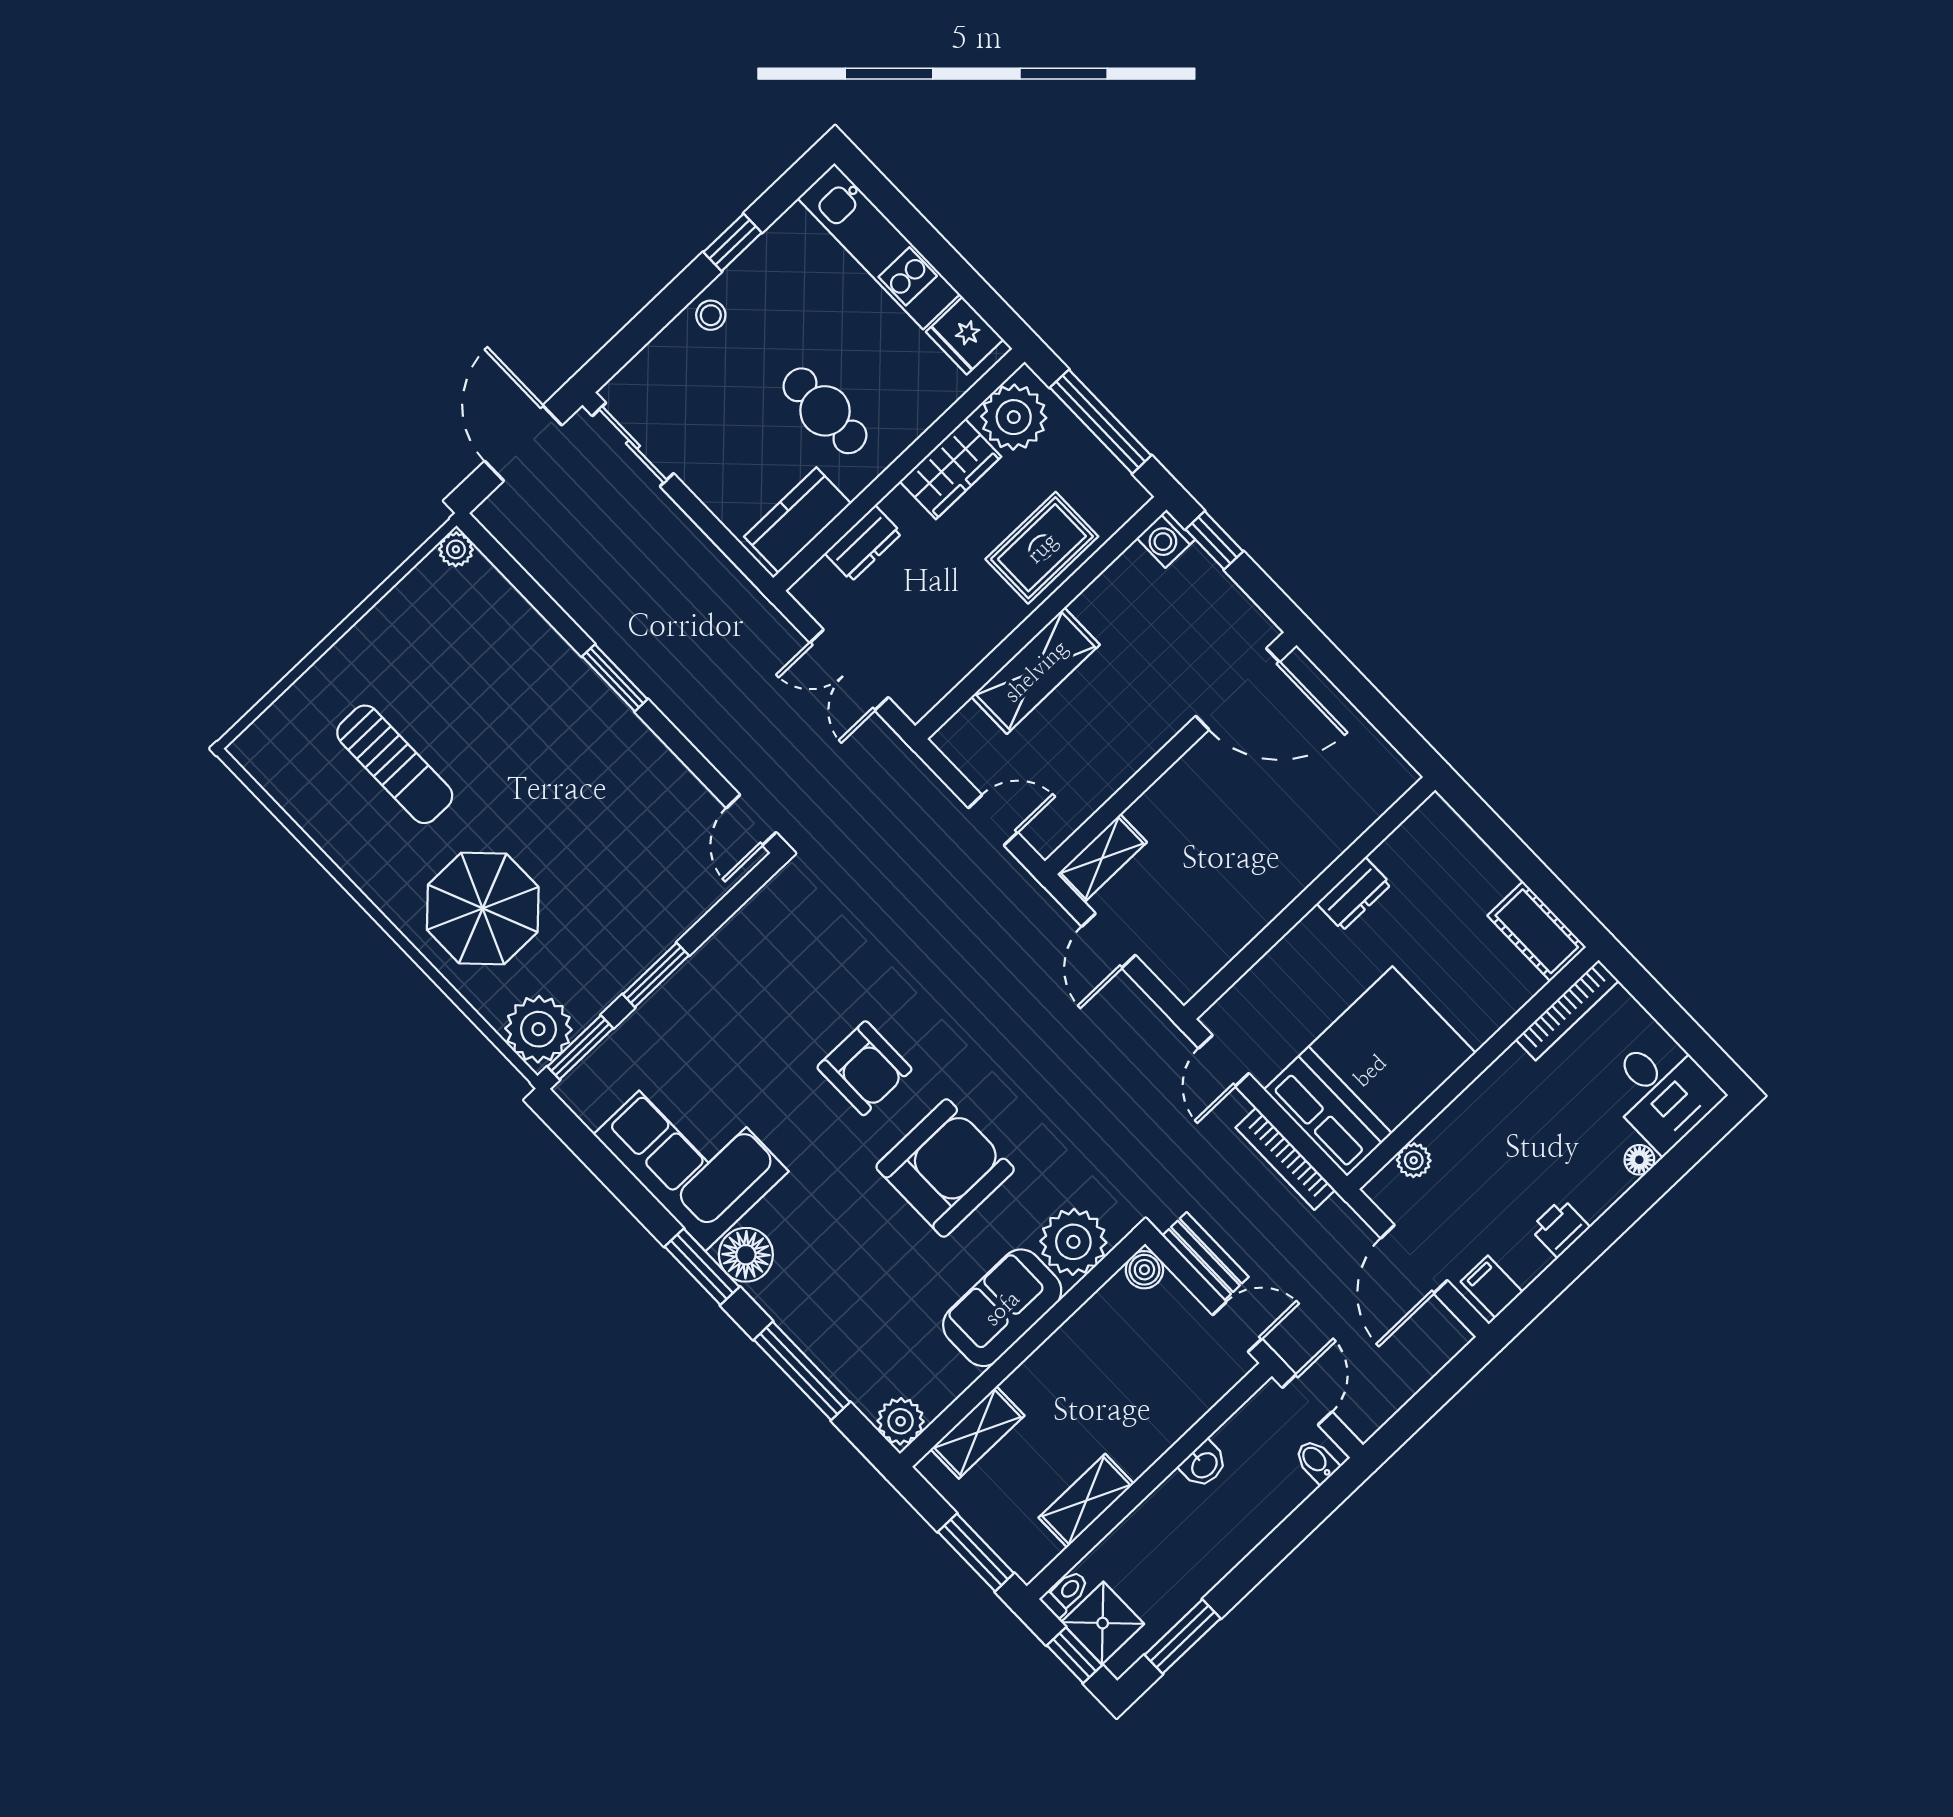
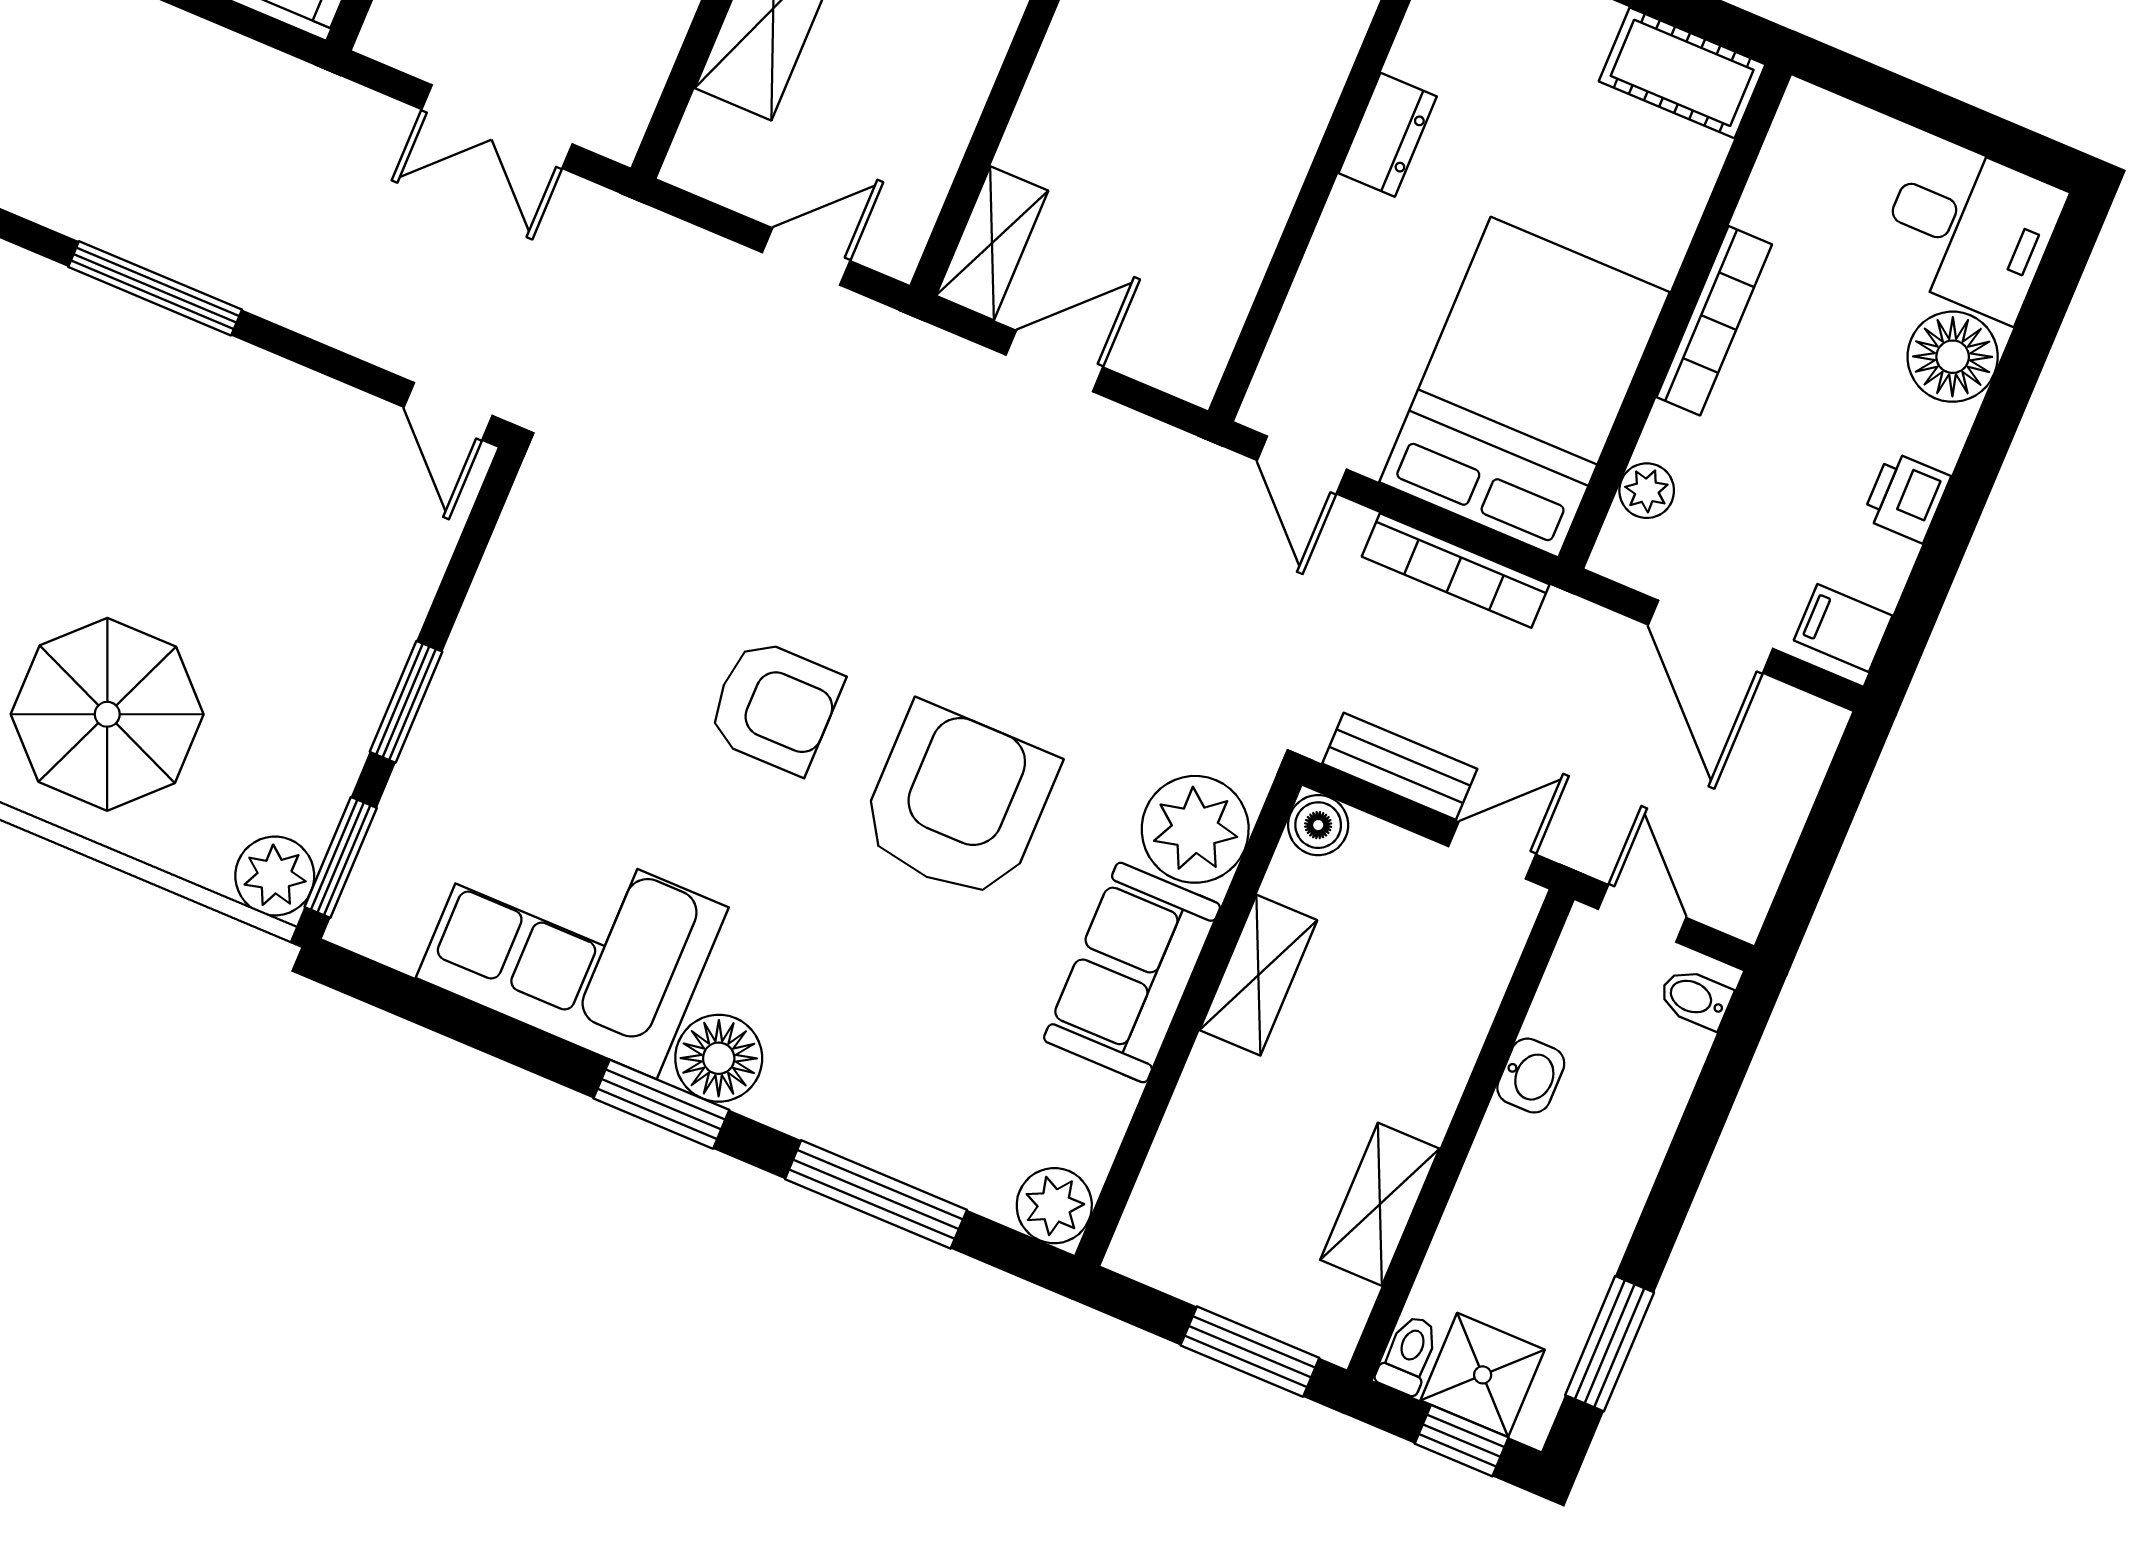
window: (615, 678) -> (155, 288), width x1.44
door: (1109, 941) -> (1054, 361), swing flipped
bookcase: (1567, 1010) -> (1714, 321), moved
plant: (538, 1029) -> (275, 876), width x0.73, depth x0.73
floor lamp: (1639, 1160) -> (1953, 357), width x1.89, depth x1.89
shelving: (978, 1432) -> (1258, 975), moved

